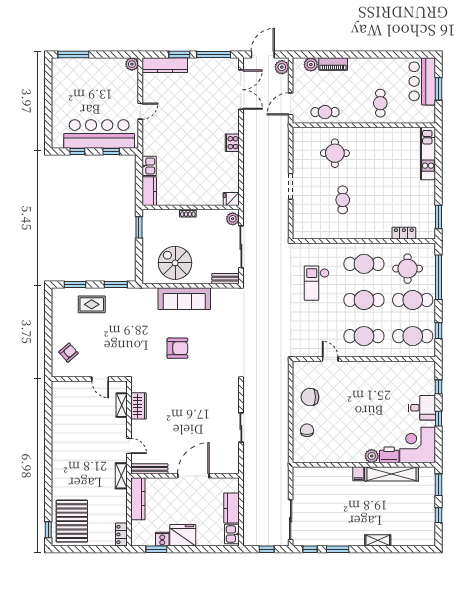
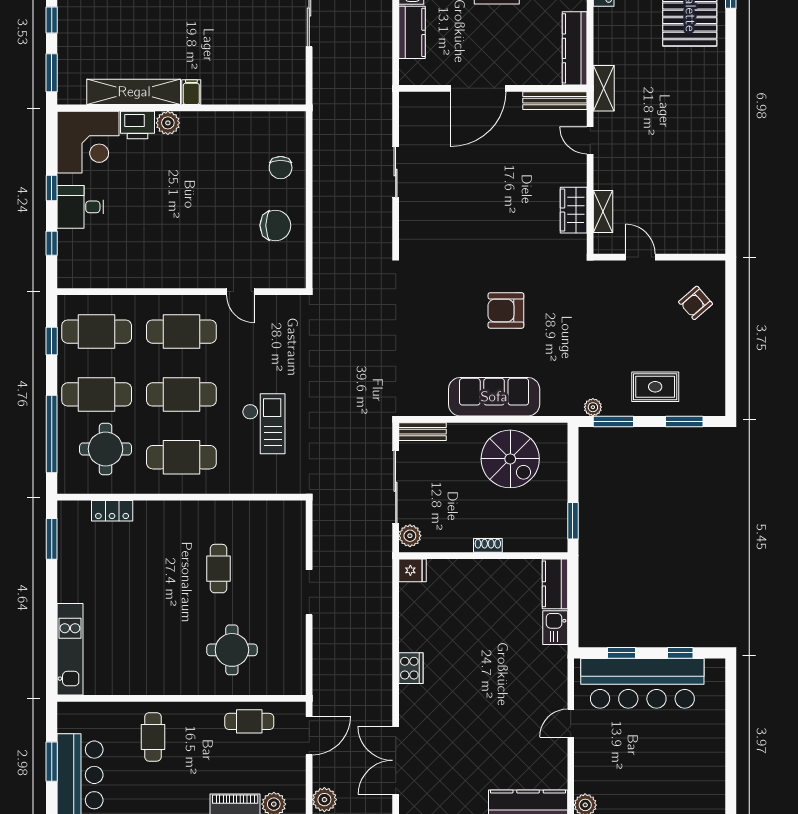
plant: (128, 293) -> (593, 407), added

